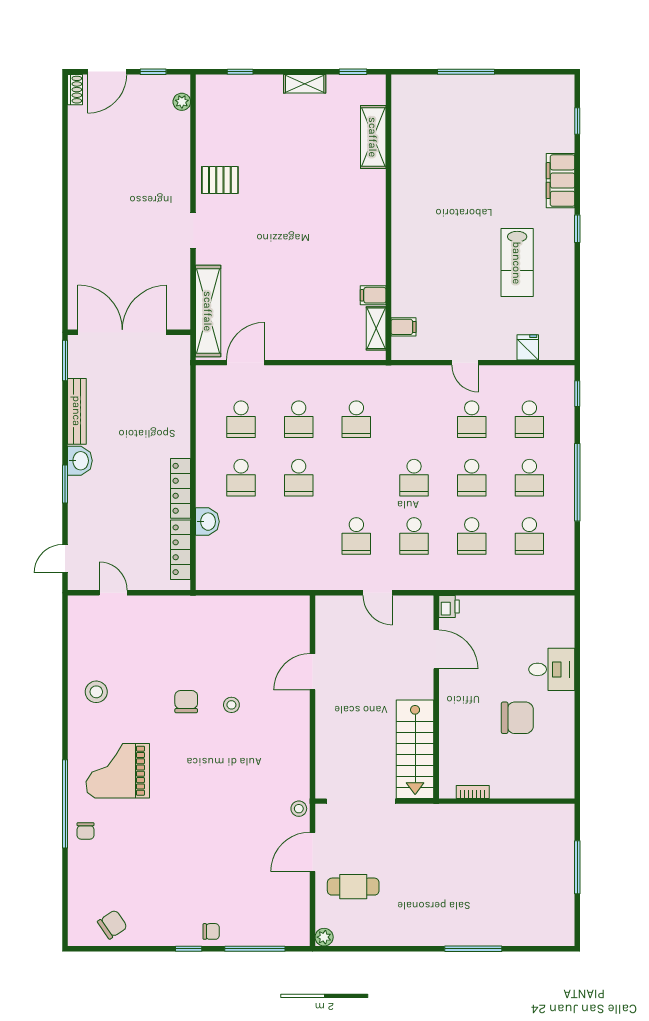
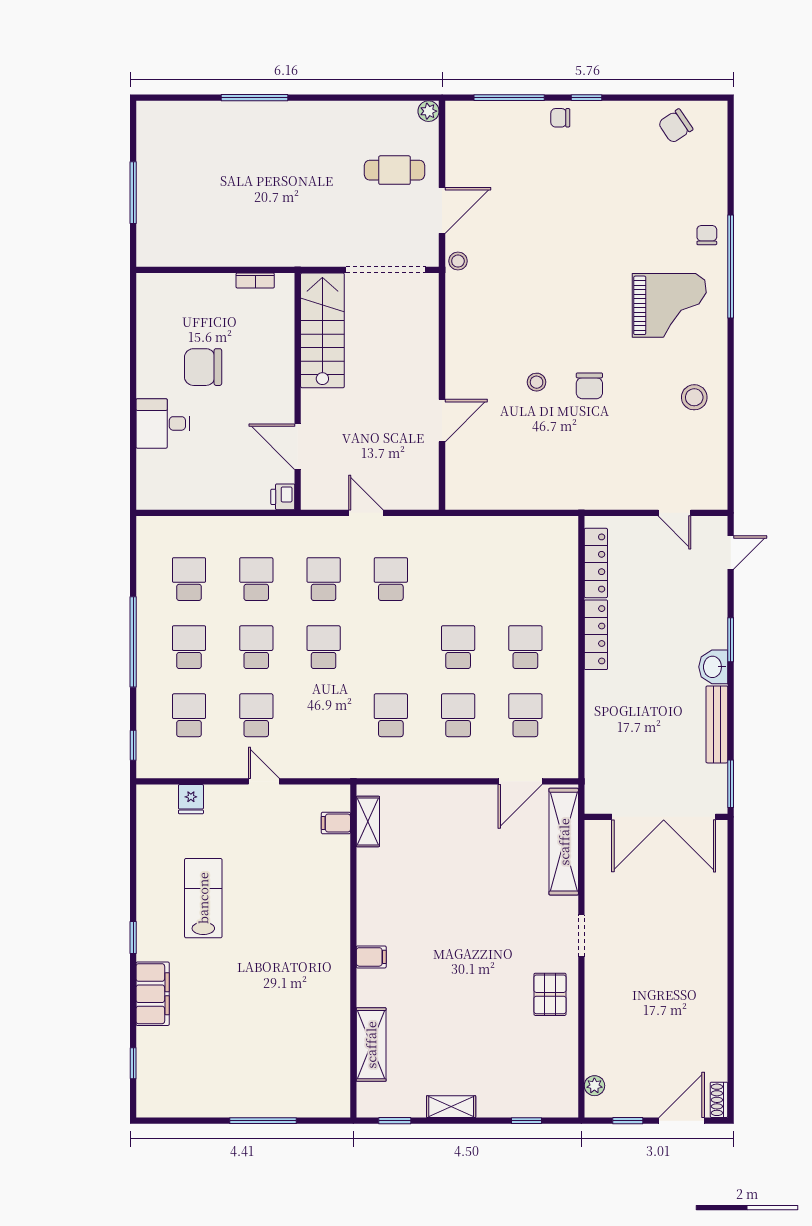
pallet: (220, 180) -> (550, 994), turned 90
filing cabinet: (373, 295) -> (371, 957), moved
washbasin: (207, 522) -> (565, 596), removed

